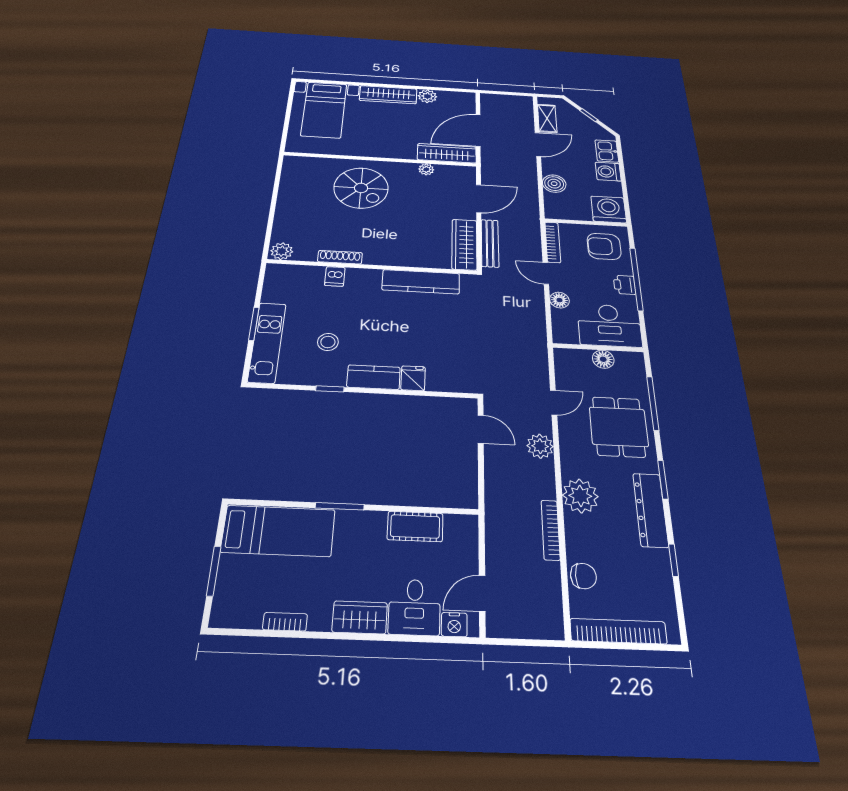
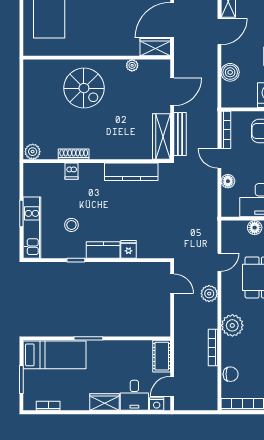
wardrobe: (447, 153) -> (155, 47), width x0.67
cot: (415, 526) -> (162, 356), moved, turned 90
bookcase: (285, 622) -> (48, 406), moved

